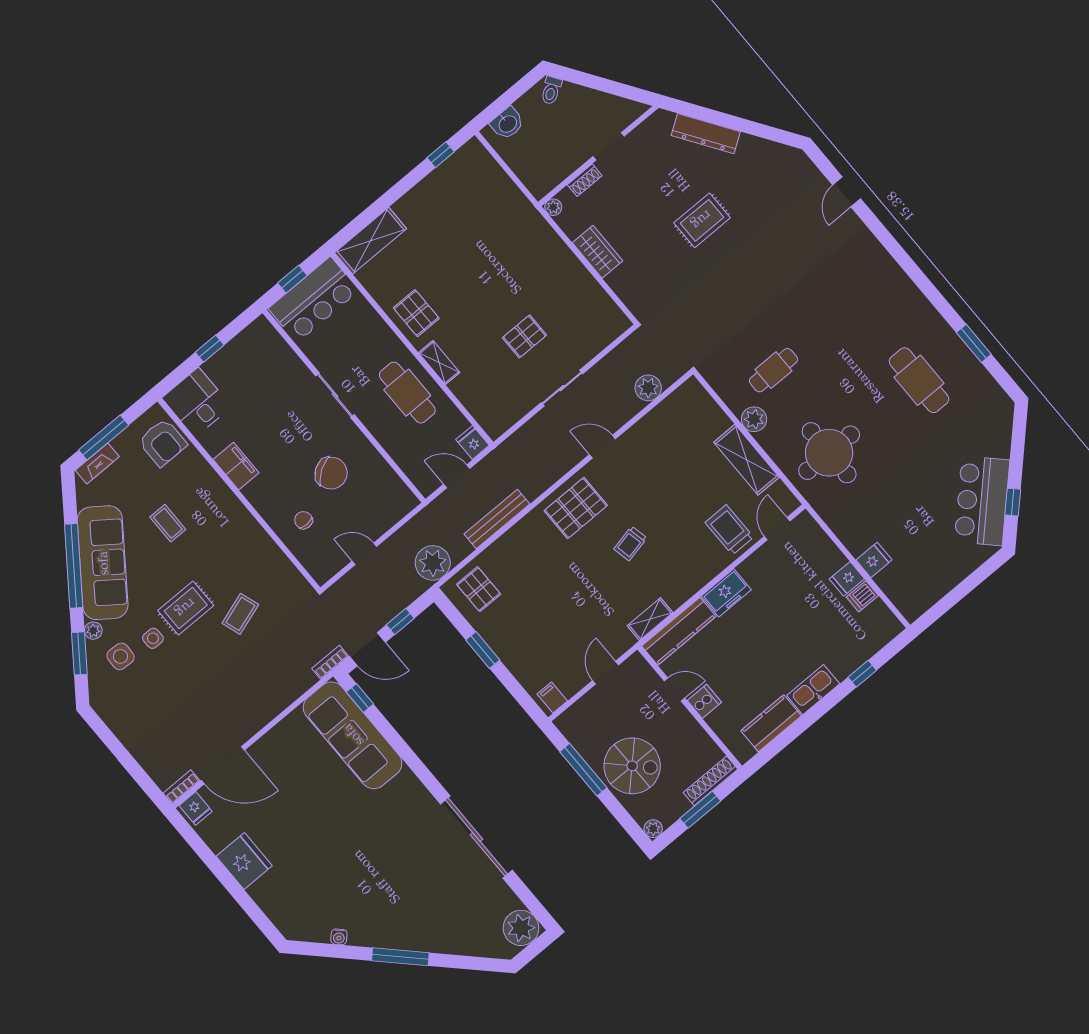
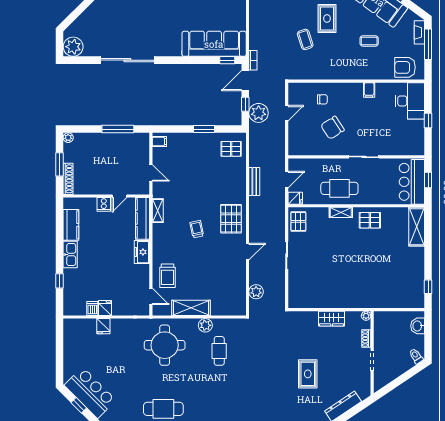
pallet: (524, 336) -> (298, 221), moved
desk: (197, 402) -> (410, 101), width x1.37
filing cabinet: (236, 466) -> (369, 90), width x0.50
bench: (497, 519) -> (254, 181), width x0.73
trolley: (729, 530) -> (167, 276), turned 90
plant: (433, 563) -> (259, 113), moved
spiral stairs: (632, 766) -> (102, 151), removed

